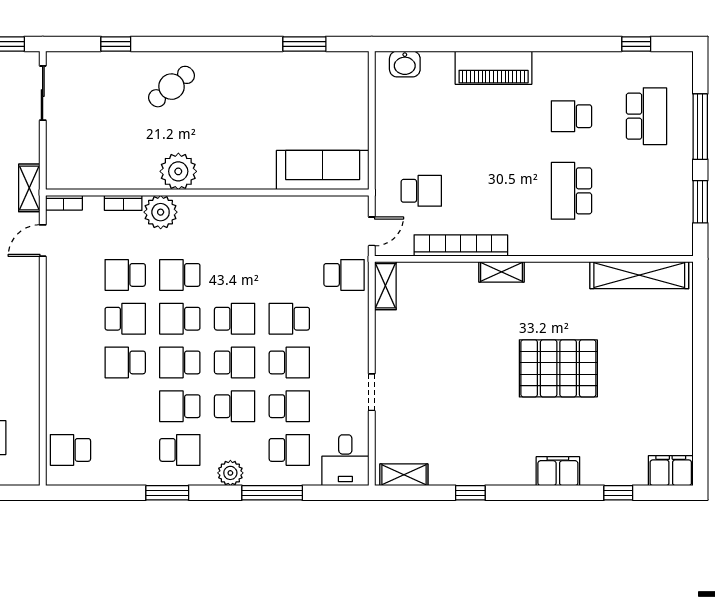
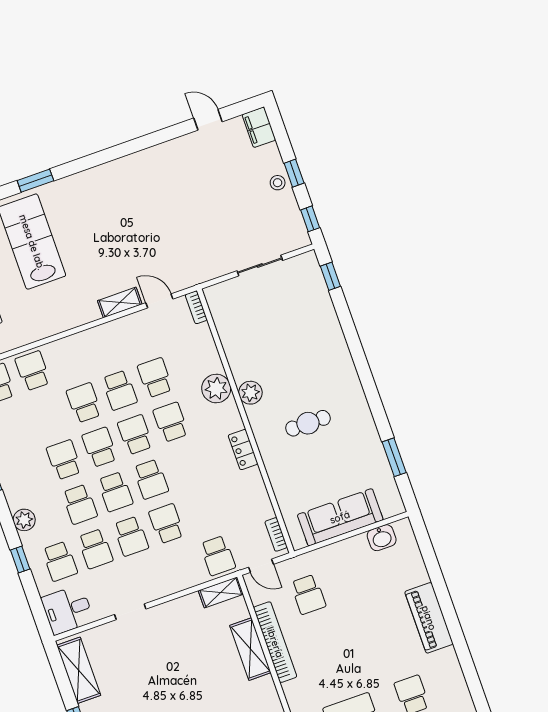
window: (116, 44) -> (330, 276), moved
washbasin: (405, 64) -> (382, 538), moved, turned -90
cafe table: (171, 87) -> (308, 423), moved, turned -51
sliding door: (43, 93) -> (260, 266), moved
sofa: (323, 170) -> (340, 517), moved, turned -90
plant: (178, 171) -> (250, 393), width x0.73, depth x0.73
shelving: (29, 188) -> (120, 302), moved
bookcase: (123, 203) -> (276, 534), moved
locker: (238, 206) -> (243, 450), added
shelving: (501, 272) -> (250, 649), moved, width x1.50, depth x1.33
school desk: (180, 450) -> (33, 371), moved, turned 180
shelving: (404, 475) -> (79, 670), width x1.50, depth x1.33
window: (272, 493) -> (20, 559), width x0.46

